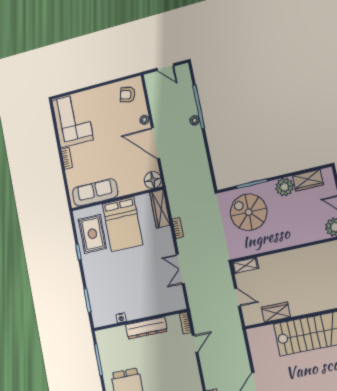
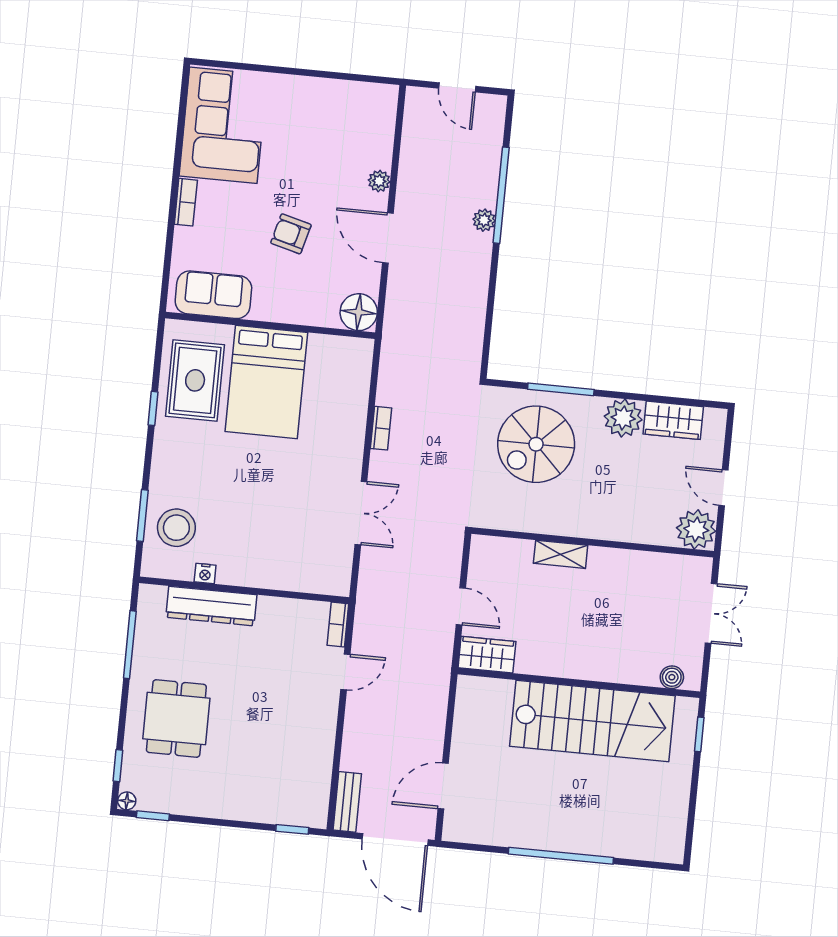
armchair: (128, 95) -> (291, 234), moved
door: (155, 143) -> (388, 238), width x0.73
sofa: (95, 193) -> (213, 295), width x0.73
wardrobe: (160, 209) -> (356, 377), removed
spiral stairs: (249, 212) -> (536, 444), turned -90
shelving: (245, 265) -> (561, 554), moved
double door: (180, 269) -> (361, 513), swing flipped
stool: (103, 301) -> (176, 528), added
wardrobe: (276, 312) -> (487, 655), moved
dresser: (146, 328) -> (211, 606), moved

